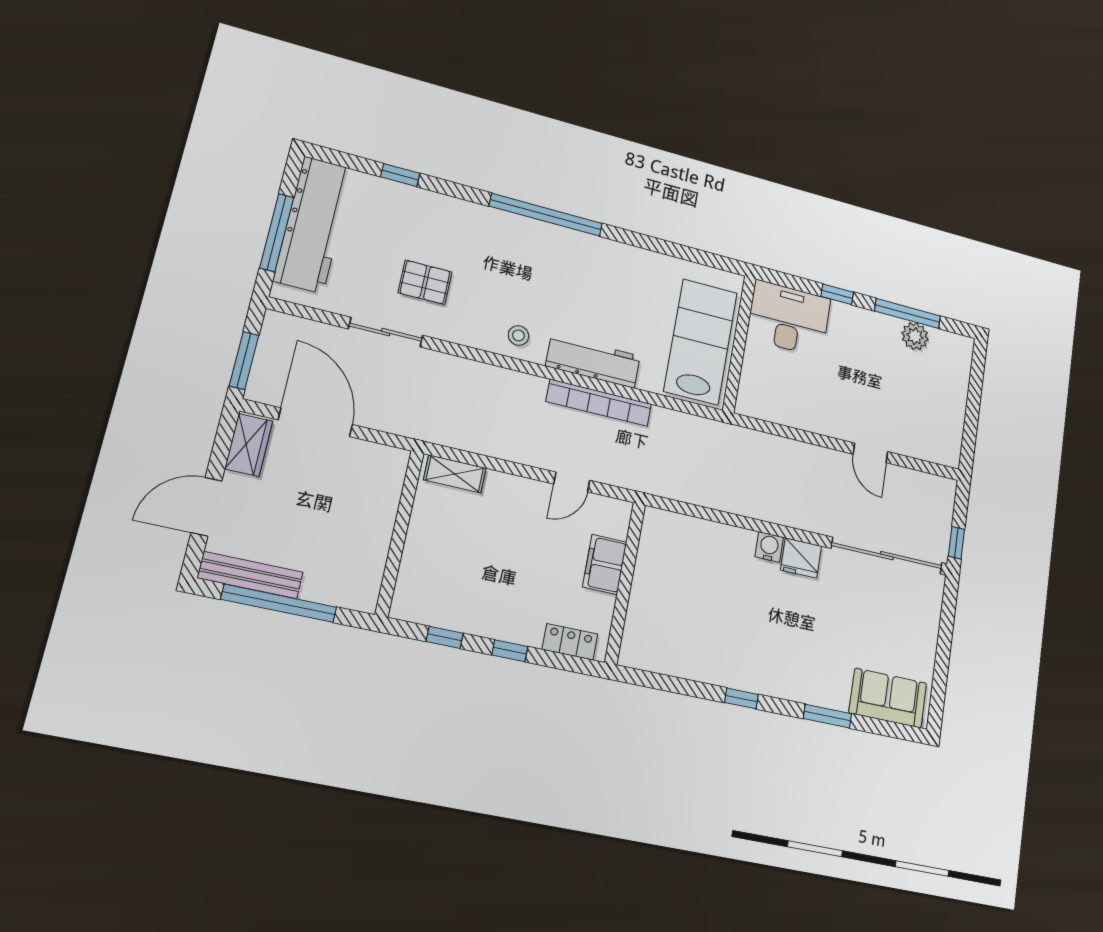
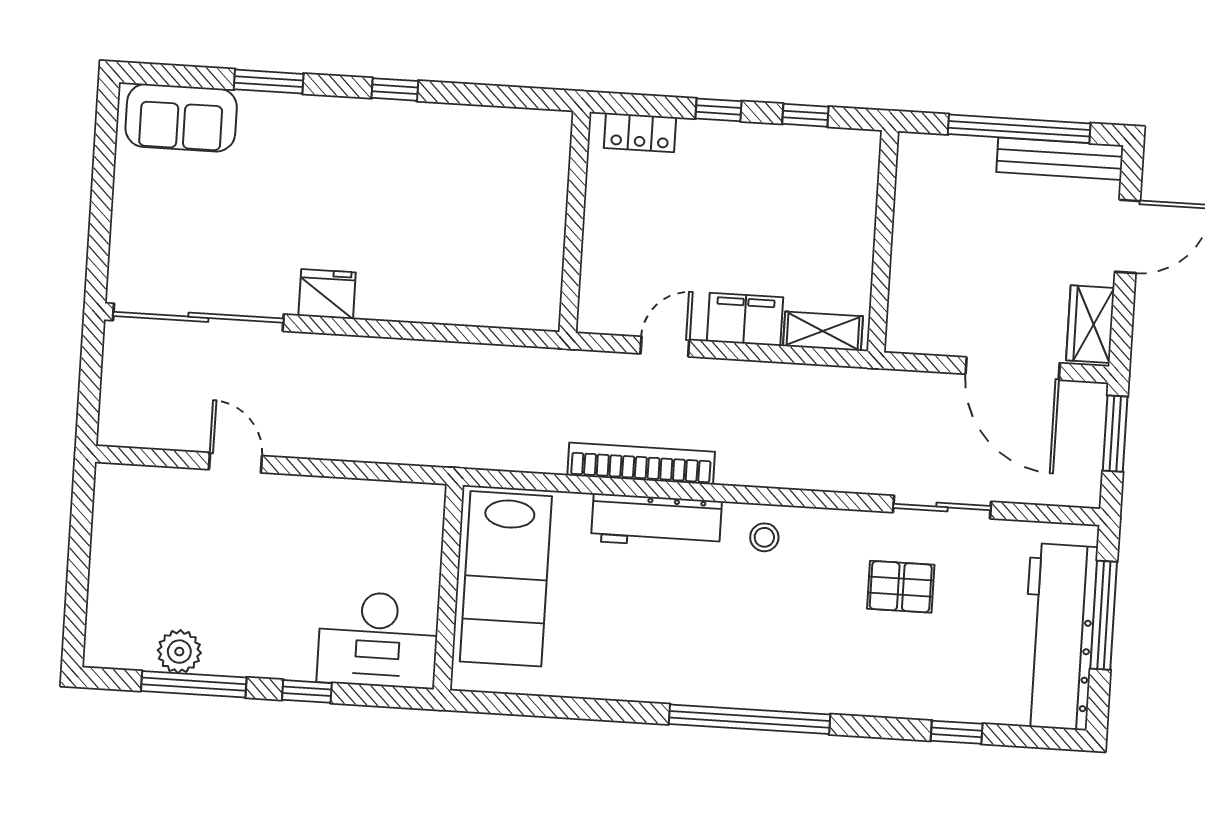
window: (956, 543) -> (92, 353), removed
water cooler: (769, 547) -> (375, 302), removed
filing cabinet: (605, 564) -> (745, 319), moved, turned -90

